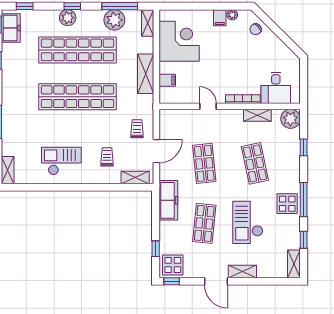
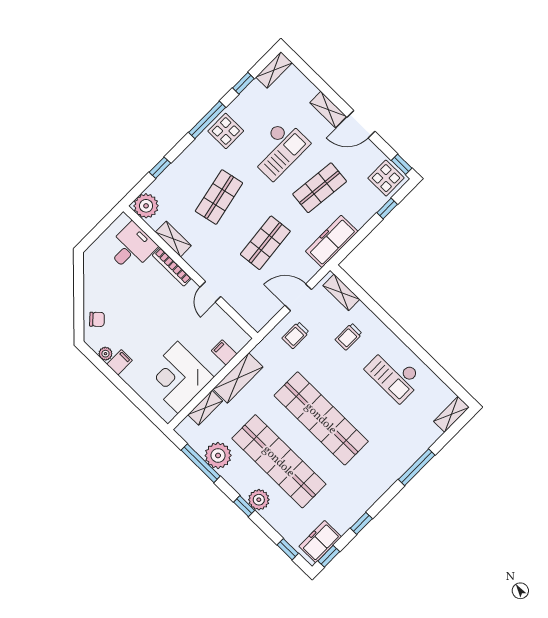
shelving: (148, 23) -> (205, 408), moved
door: (216, 281) -> (361, 124), swing flipped

